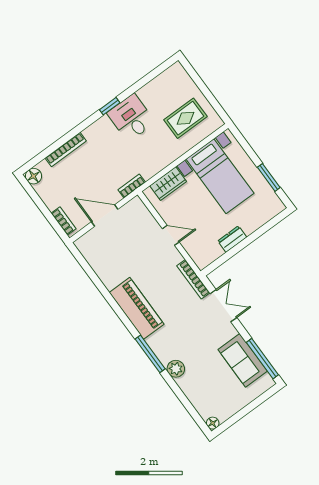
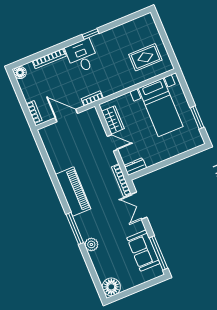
desk: (131, 118) -> (82, 56), moved
wardrobe: (168, 184) -> (113, 120), moved, turned -90
dresser: (232, 239) -> (135, 167), moved
double door: (223, 306) -> (139, 206), swing flipped
floor lamp: (213, 423) -> (111, 287), width x1.89, depth x1.89

